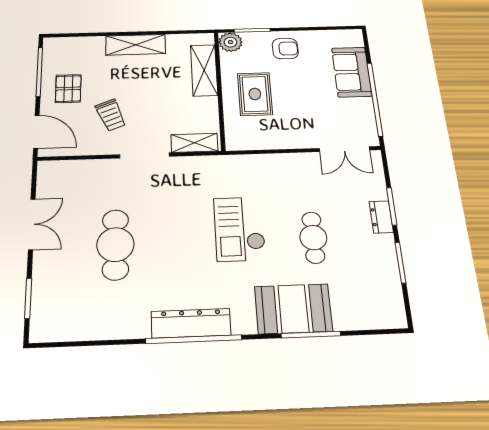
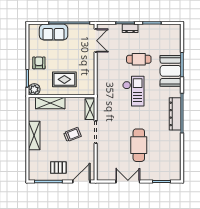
trolley: (111, 115) -> (72, 135), moved
checkout: (239, 229) -> (133, 91), turned -90
cafe table: (115, 245) -> (139, 145), turned 90

